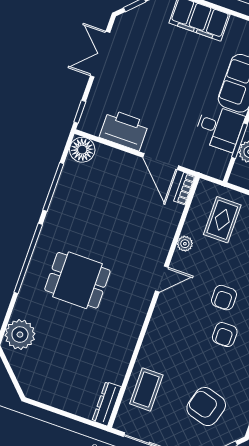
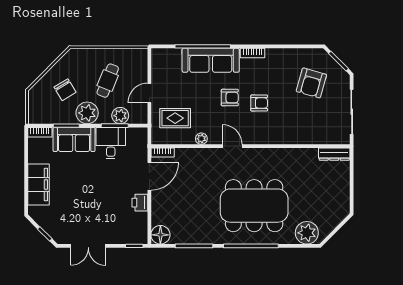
printer: (124, 130) -> (140, 203), width x0.53, depth x0.68
dining table: (77, 280) -> (254, 206), width x1.88, depth x1.24
armchair: (225, 335) -> (259, 103), moved
coffee table: (146, 389) -> (314, 130), removed

